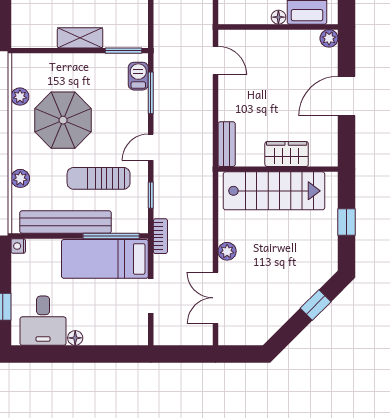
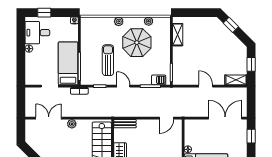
shelving: (80, 38) -> (178, 35), moved
plant: (20, 178) -> (119, 21), moved
bench: (66, 222) -> (86, 44), removed

